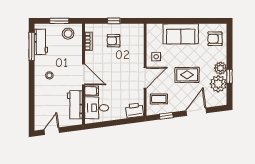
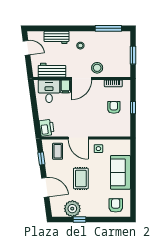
stool: (68, 34) -> (97, 68), moved
workbench: (41, 42) -> (56, 37), moved
plant: (220, 68) -> (87, 211), removed

